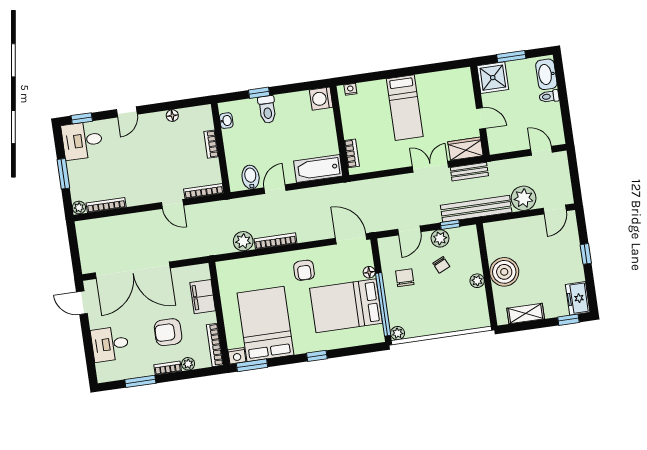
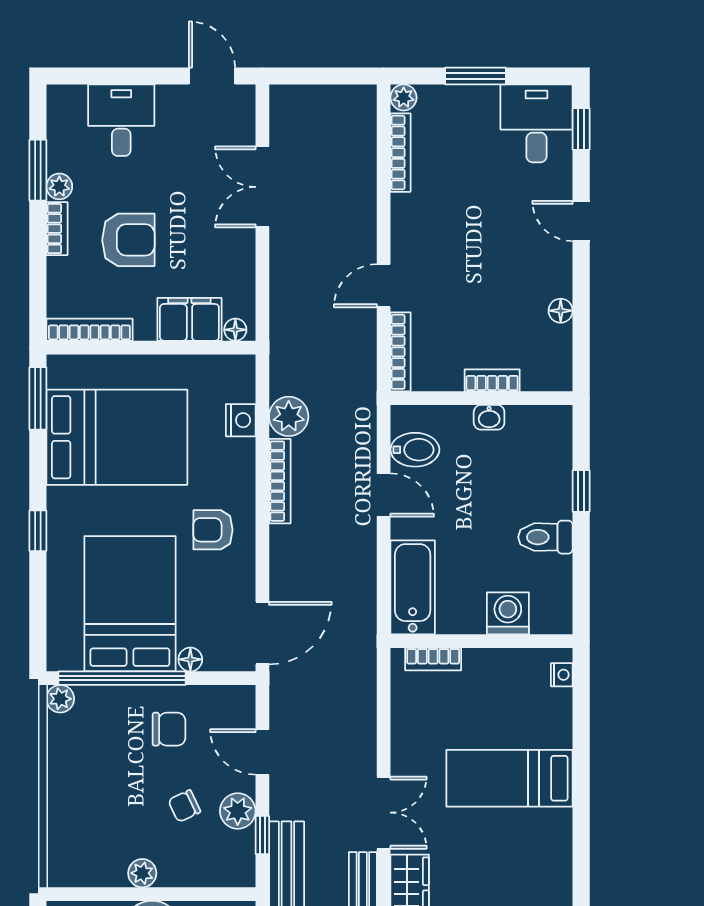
washing machine: (321, 99) -> (508, 613), moved
toilet: (267, 109) -> (545, 537), moved
washbasin: (226, 121) -> (489, 417), moved
double door: (133, 270) -> (262, 187), width x0.54
floor lamp: (204, 273) -> (235, 330), added
door: (82, 303) -> (212, 76), hinge flipped
armchair: (168, 332) -> (128, 240), turned 90
nightstand: (237, 356) -> (241, 420), moved, turned 180
plant: (188, 364) -> (59, 186), moved

